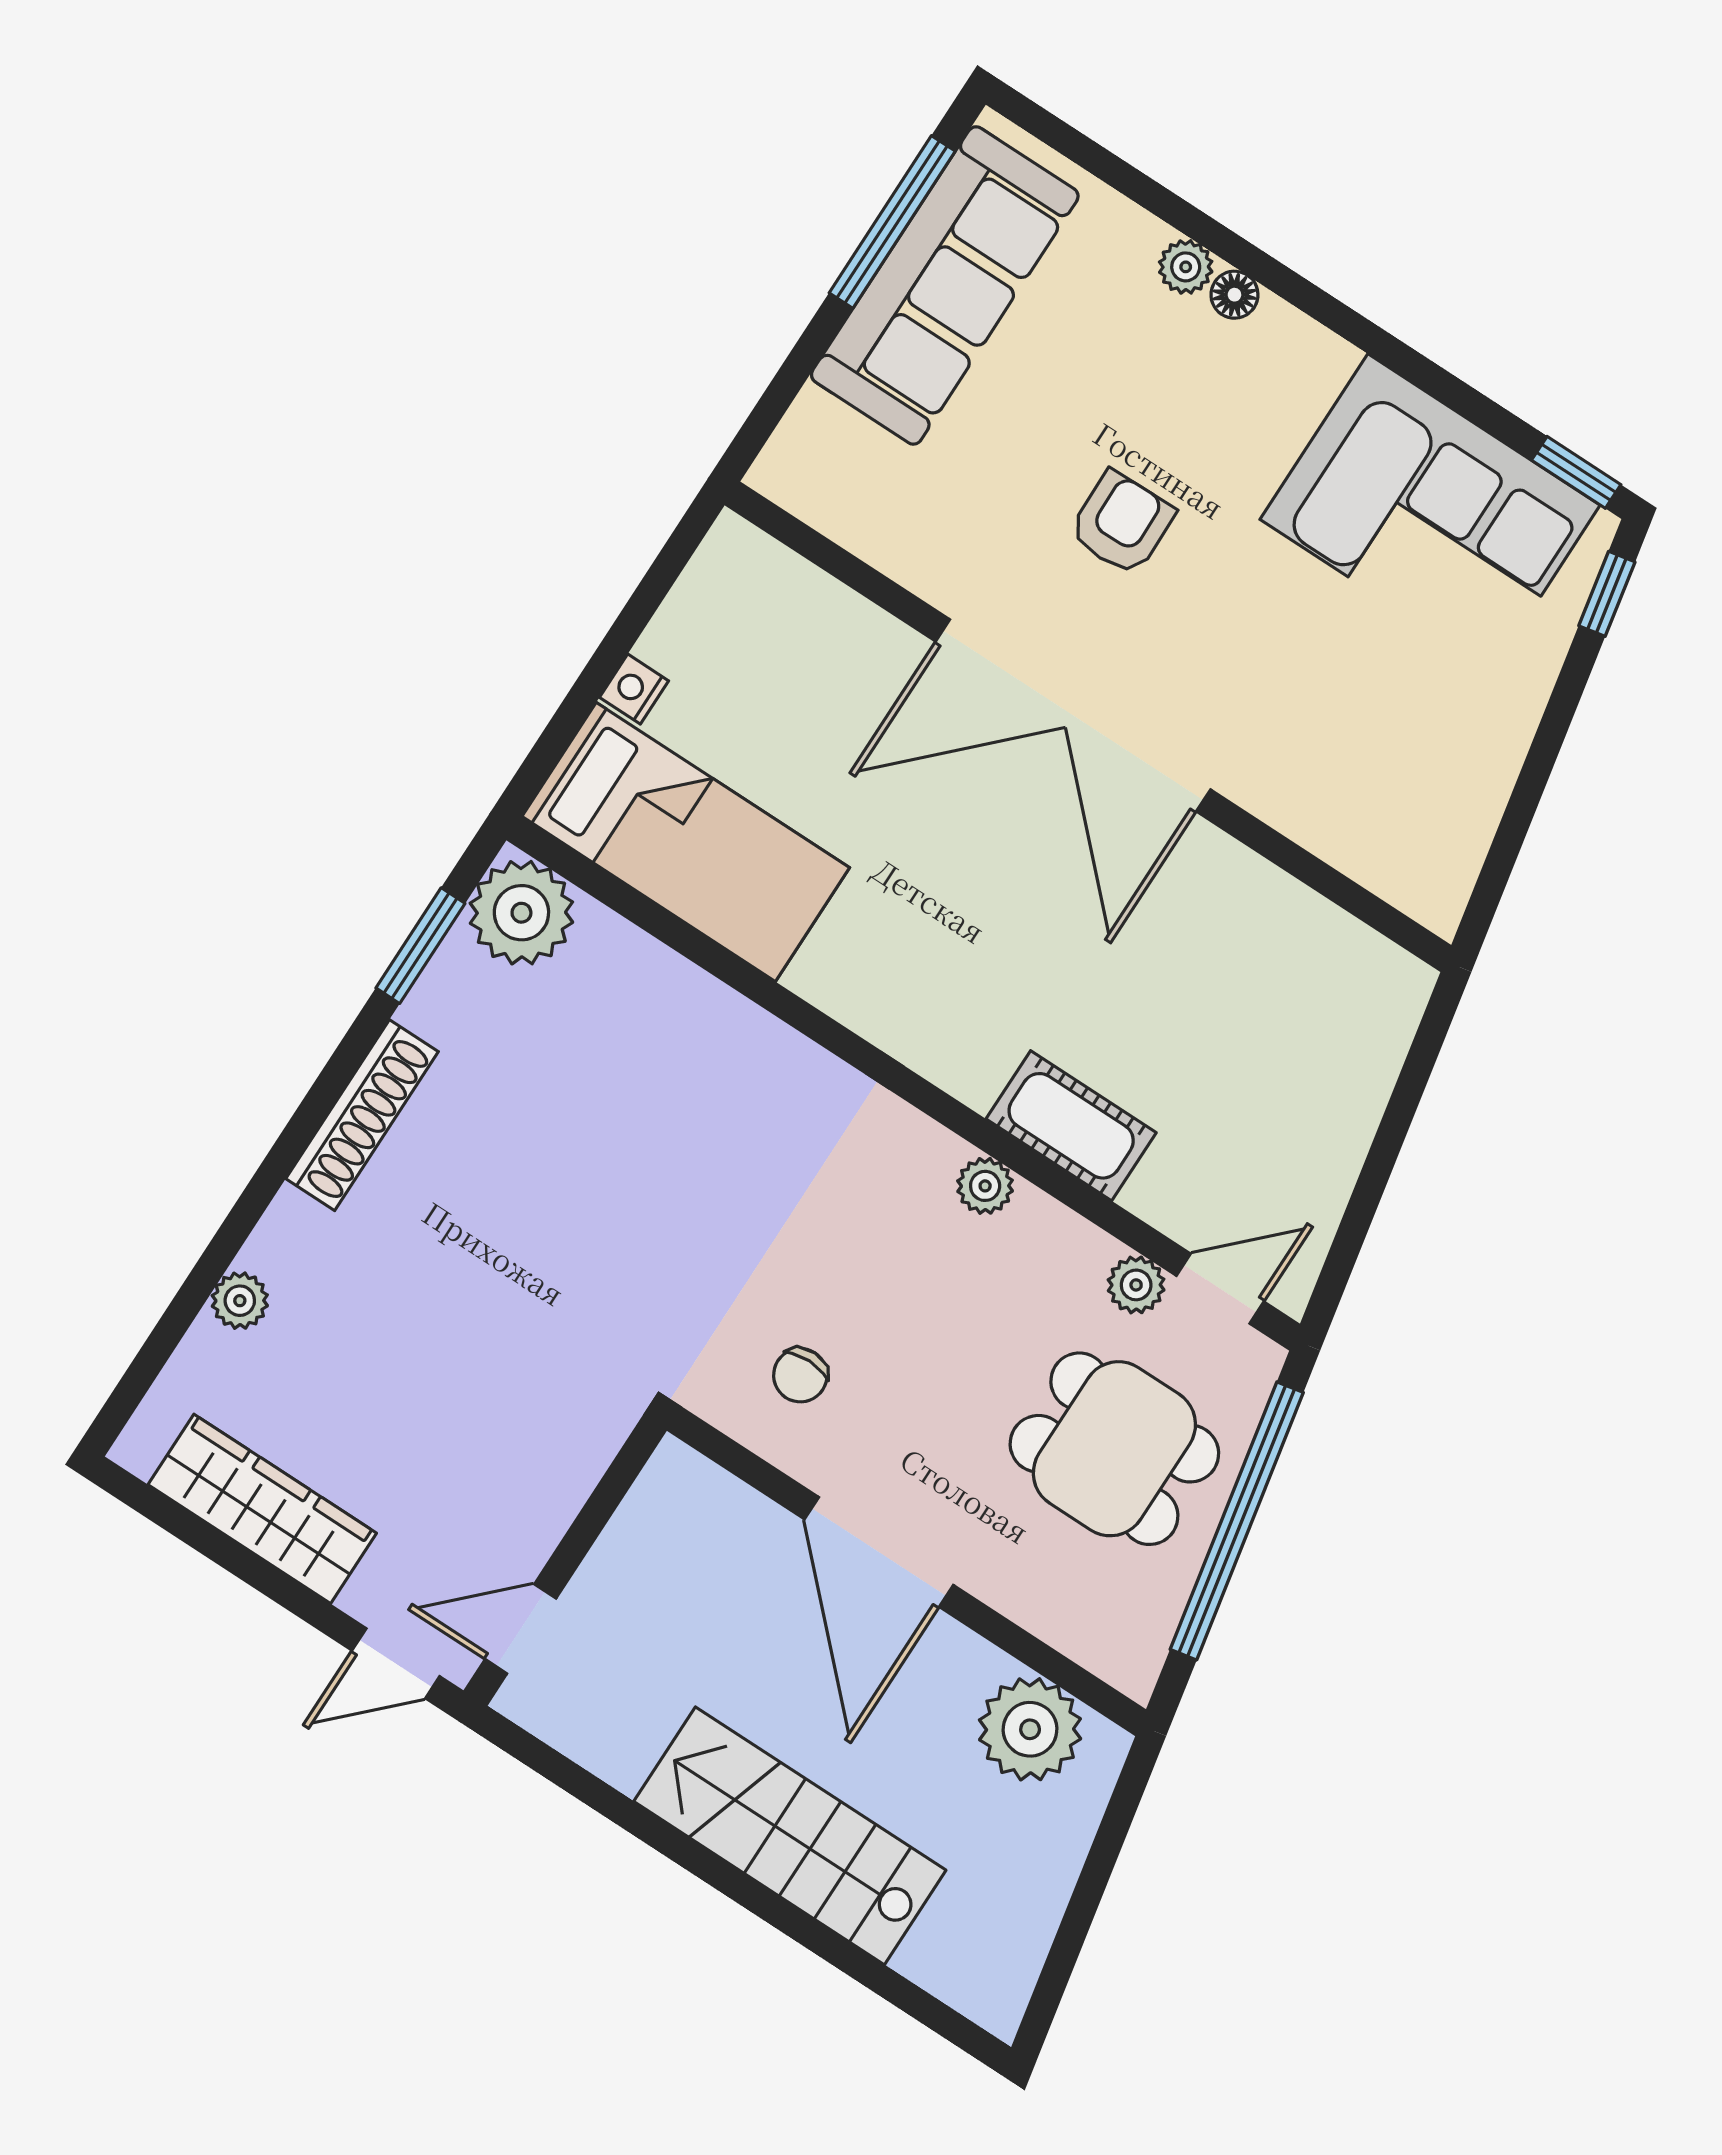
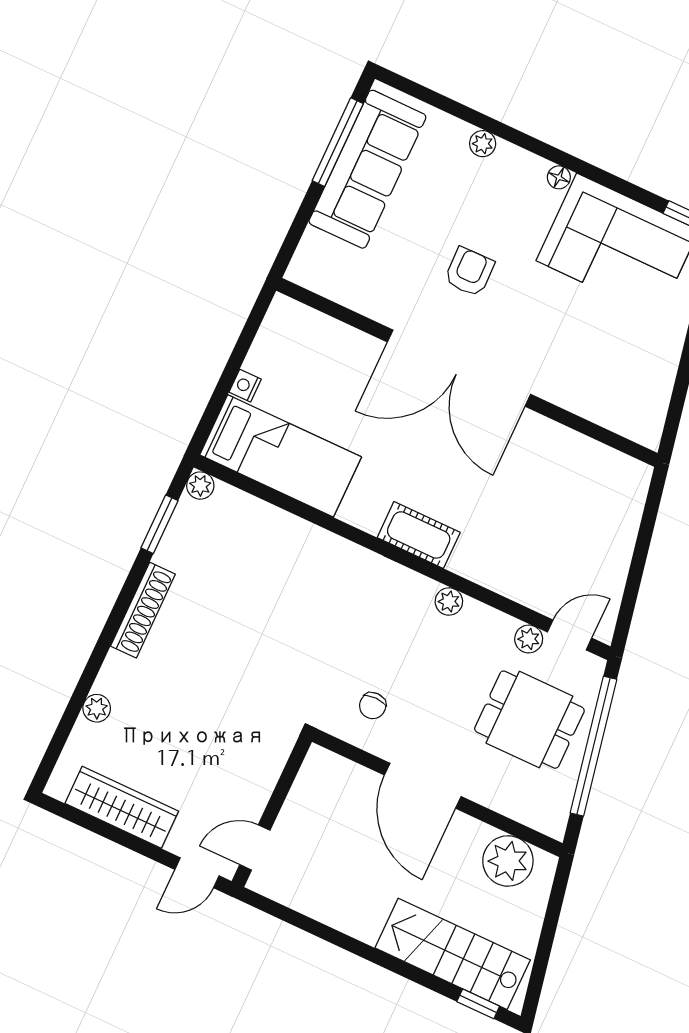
floor lamp: (1234, 295) -> (559, 177), moved
plant: (521, 913) -> (200, 486), width x0.53, depth x0.53
cot: (1071, 1126) -> (419, 535), moved
stairs: (790, 1836) -> (453, 954), moved
window: (928, 2010) -> (478, 1004), added

